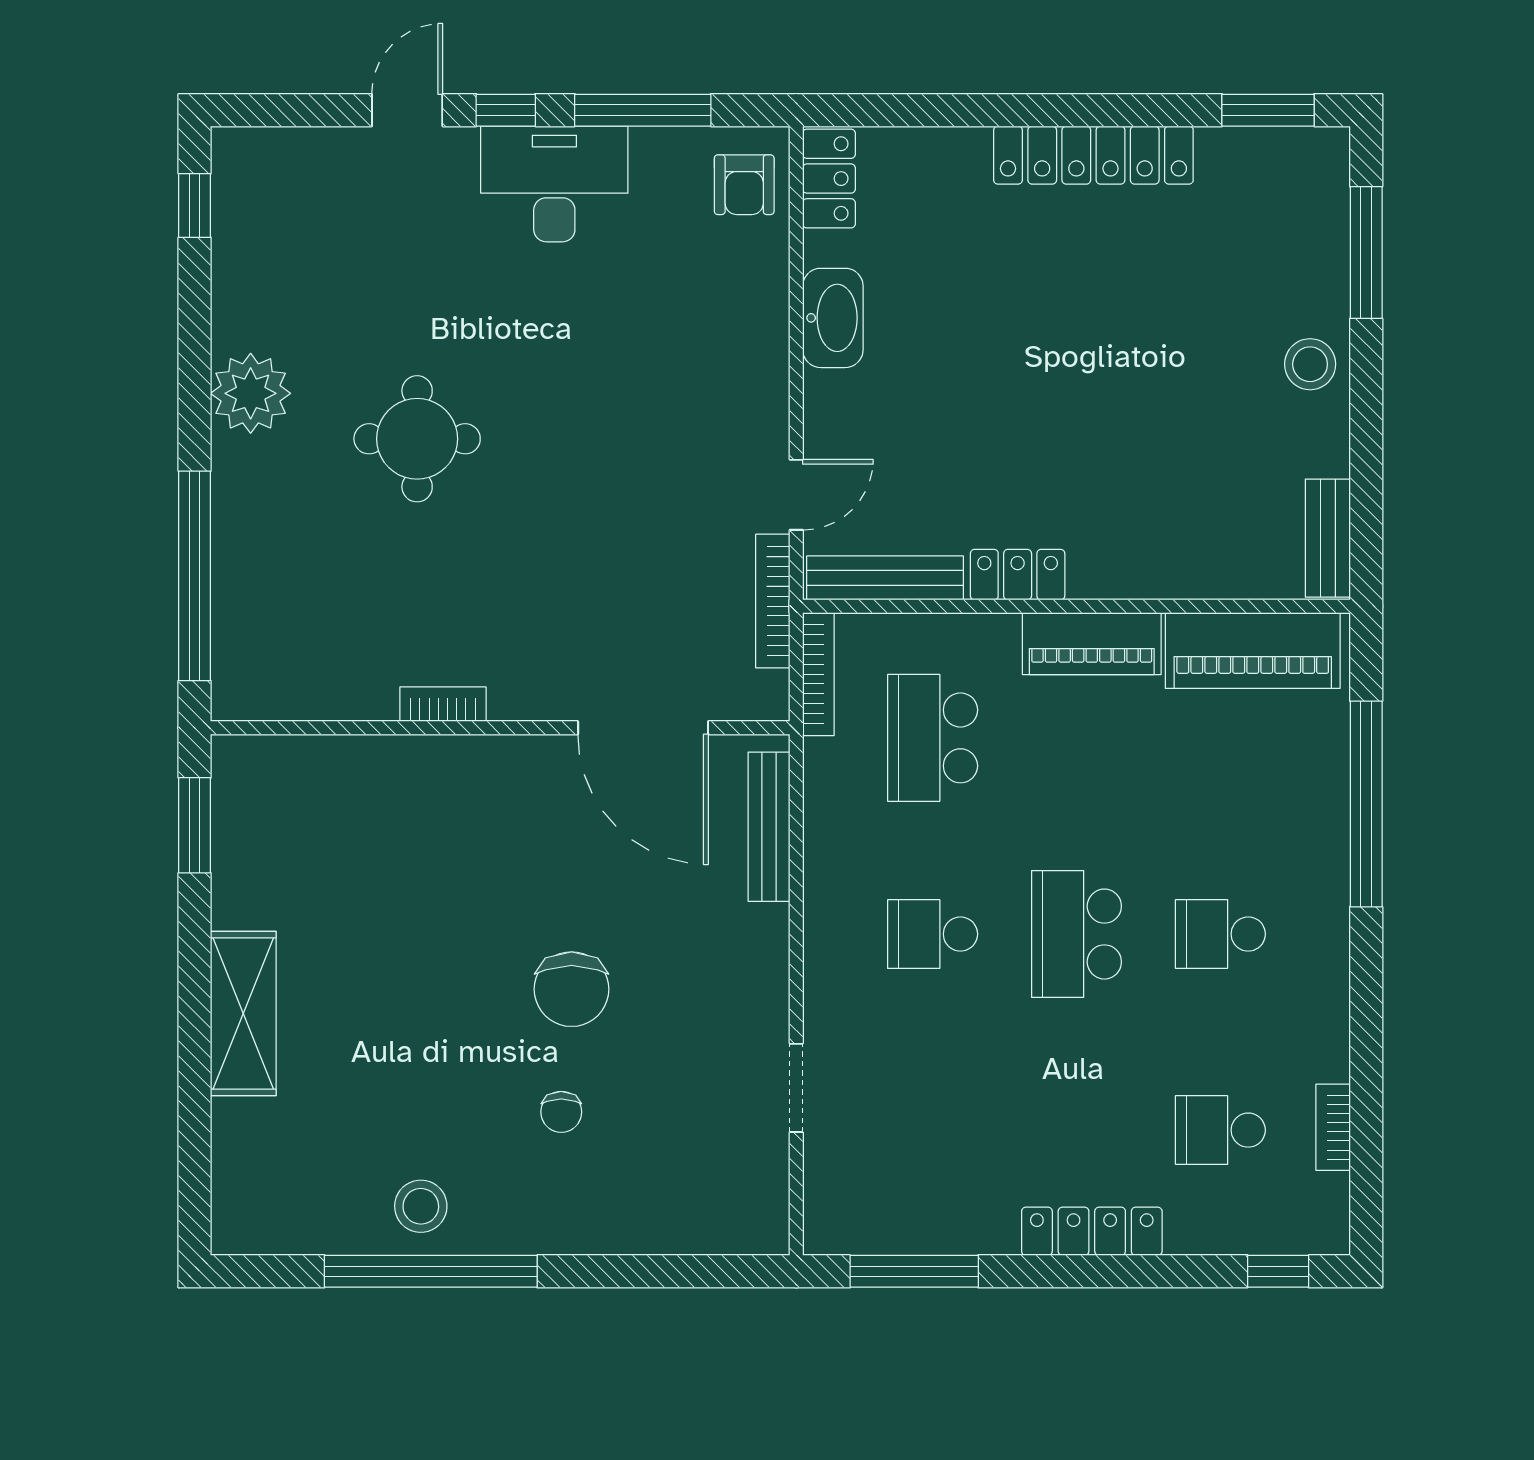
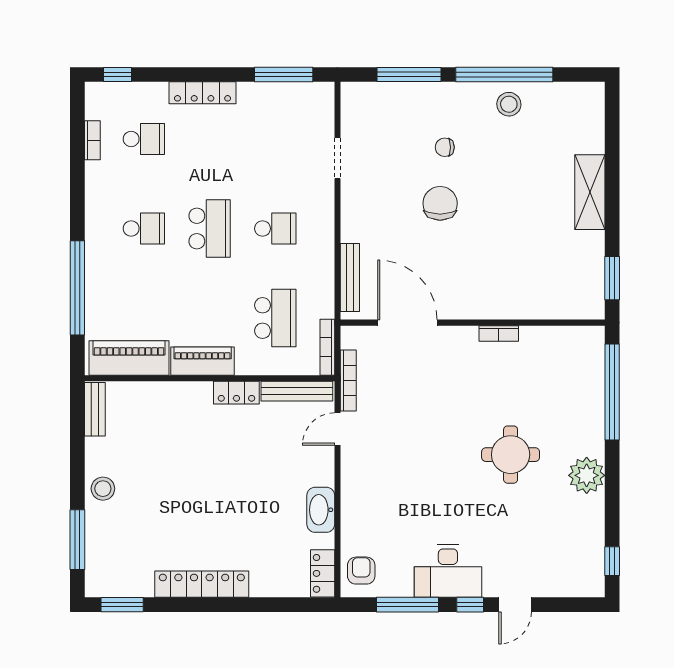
chair: (561, 1112) -> (445, 147), turned -90
window: (640, 1271) -> (409, 74), added

